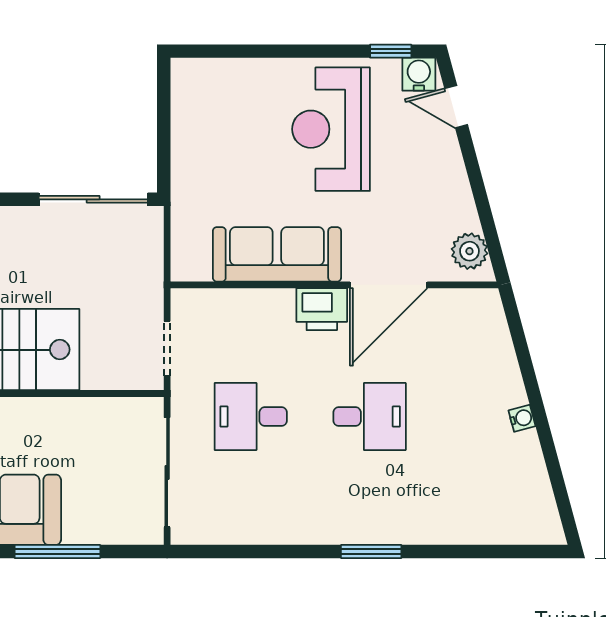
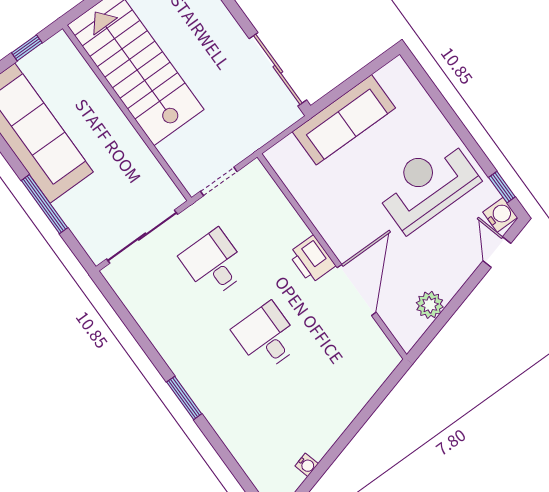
plant: (469, 251) -> (430, 305), moved
sofa: (277, 254) -> (344, 120), moved, turned 90
door: (389, 285) -> (357, 290), swing flipped
desk: (370, 417) -> (267, 337), turned 180
water cooler: (522, 418) -> (307, 465), moved

